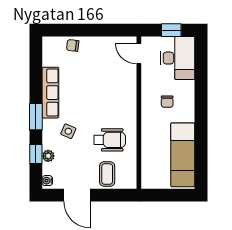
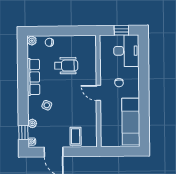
plant: (49, 43) -> (32, 41), added
door: (139, 54) -> (98, 93), moved
window: (36, 117) -> (23, 95), removed
wheelchair: (110, 140) -> (66, 66), moved
window: (36, 154) -> (23, 132), moved

